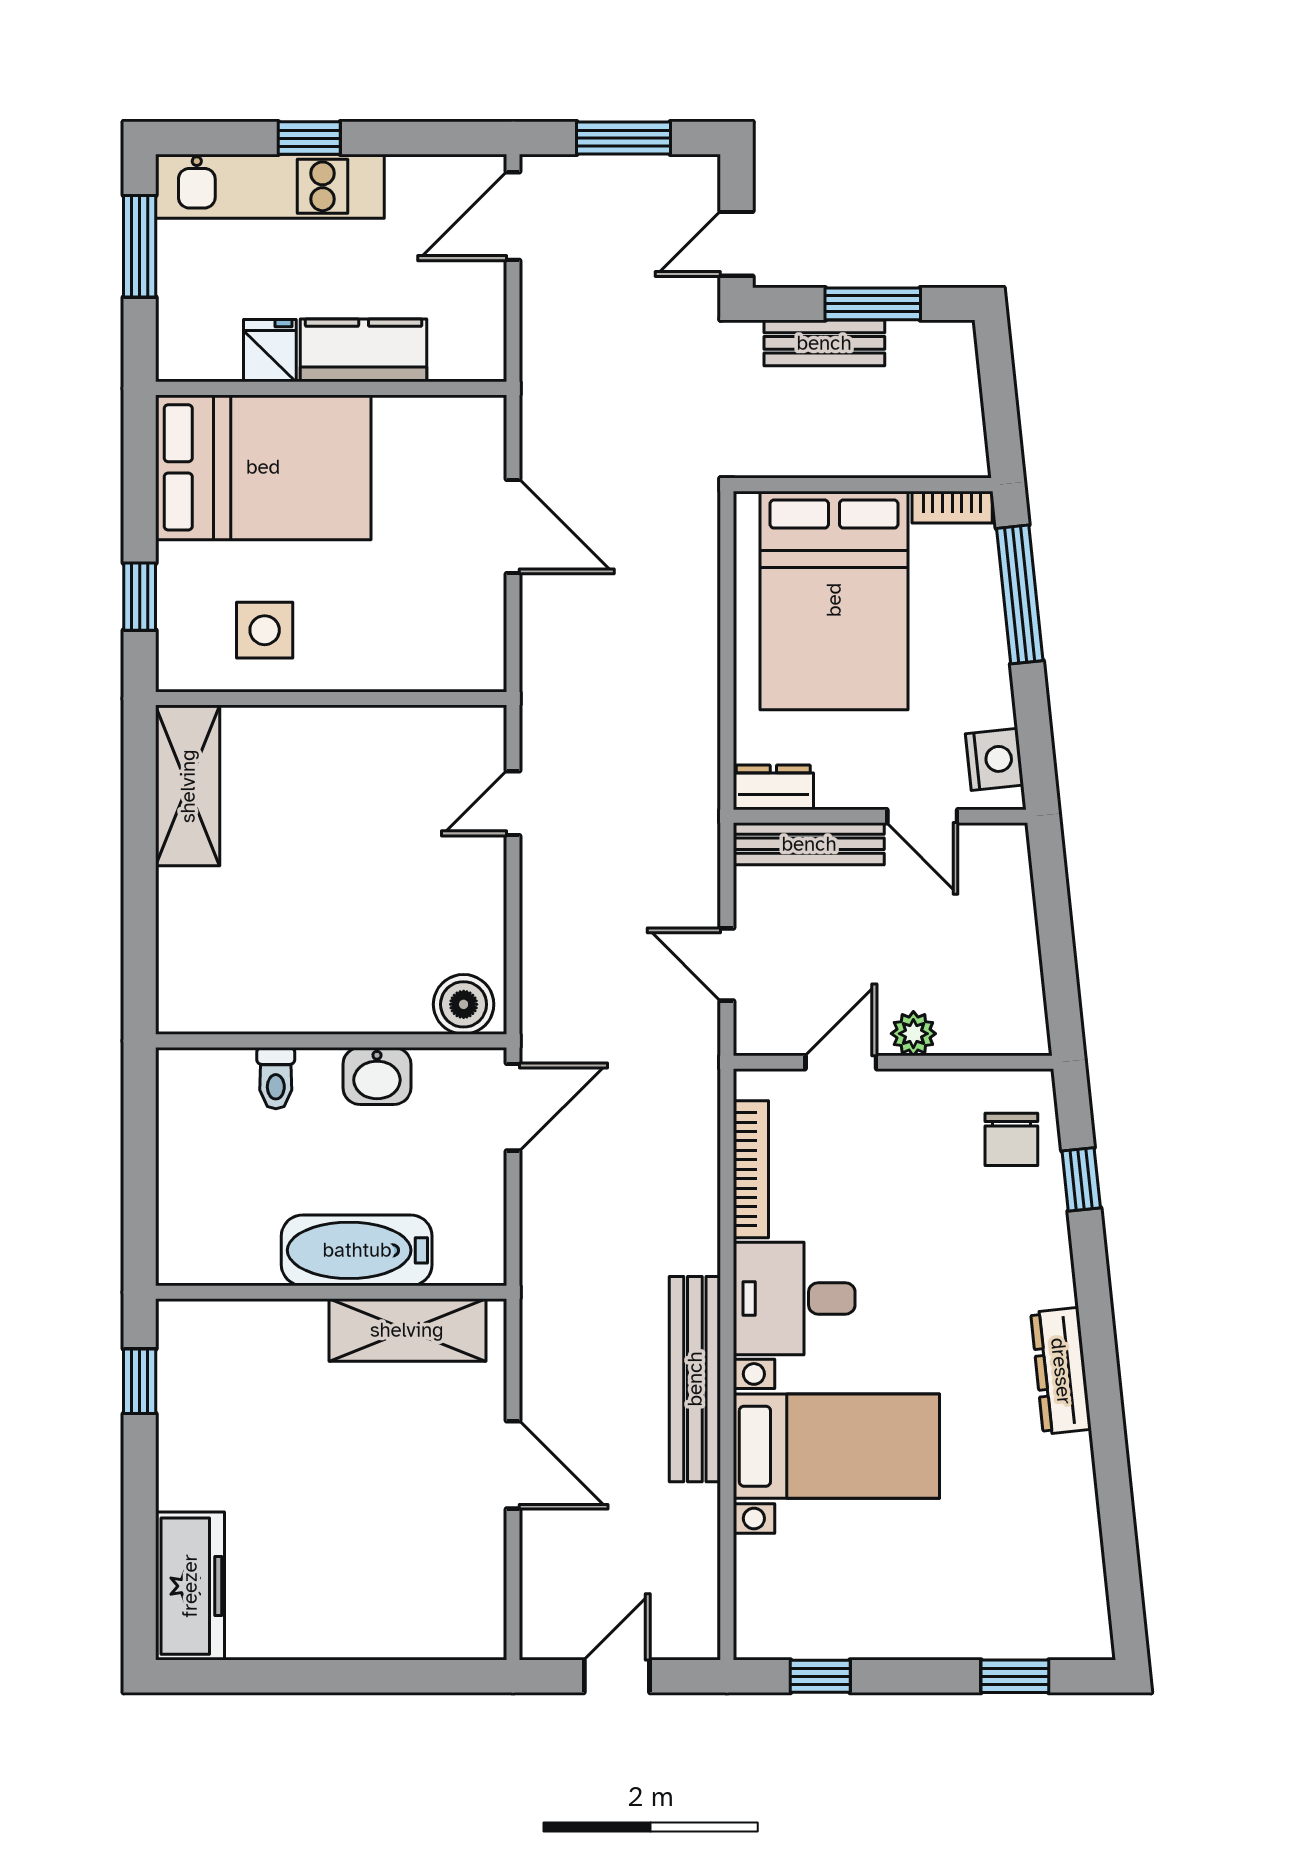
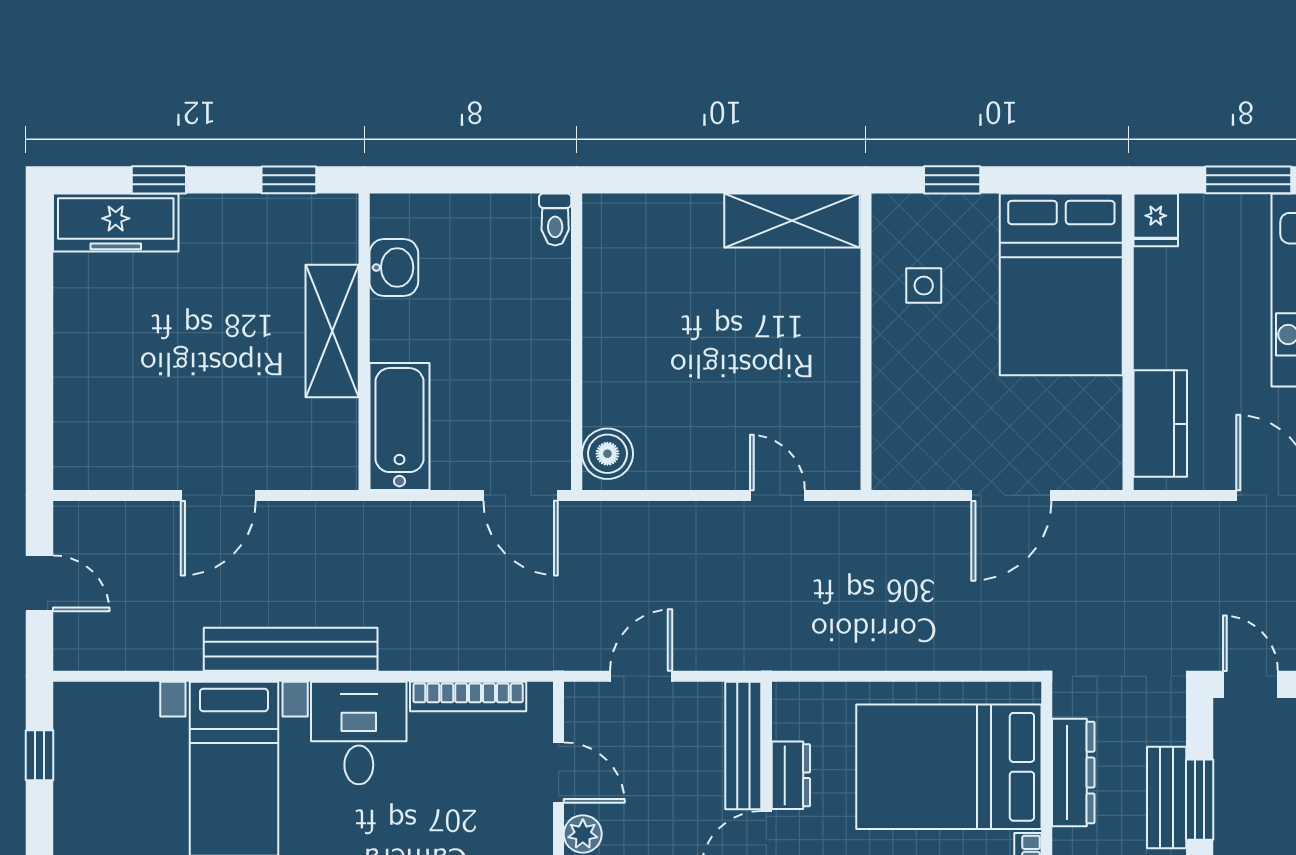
bench: (824, 343) -> (1167, 798), moved
kitchen counter: (364, 350) -> (1160, 424), moved
fridge: (270, 351) -> (1156, 220), moved, turned 90
dresser: (841, 453) -> (1073, 773), added
side table: (265, 630) -> (924, 286), width x0.73, depth x0.73
dresser: (773, 787) -> (791, 775), moved
washbasin: (377, 1076) -> (394, 268), moved, turned 180
toilet: (276, 1078) -> (555, 220), moved, turned -90
bathtub: (357, 1250) -> (400, 426), moved
shelving: (407, 1330) -> (332, 331), moved
window: (140, 1535) -> (159, 180), added

